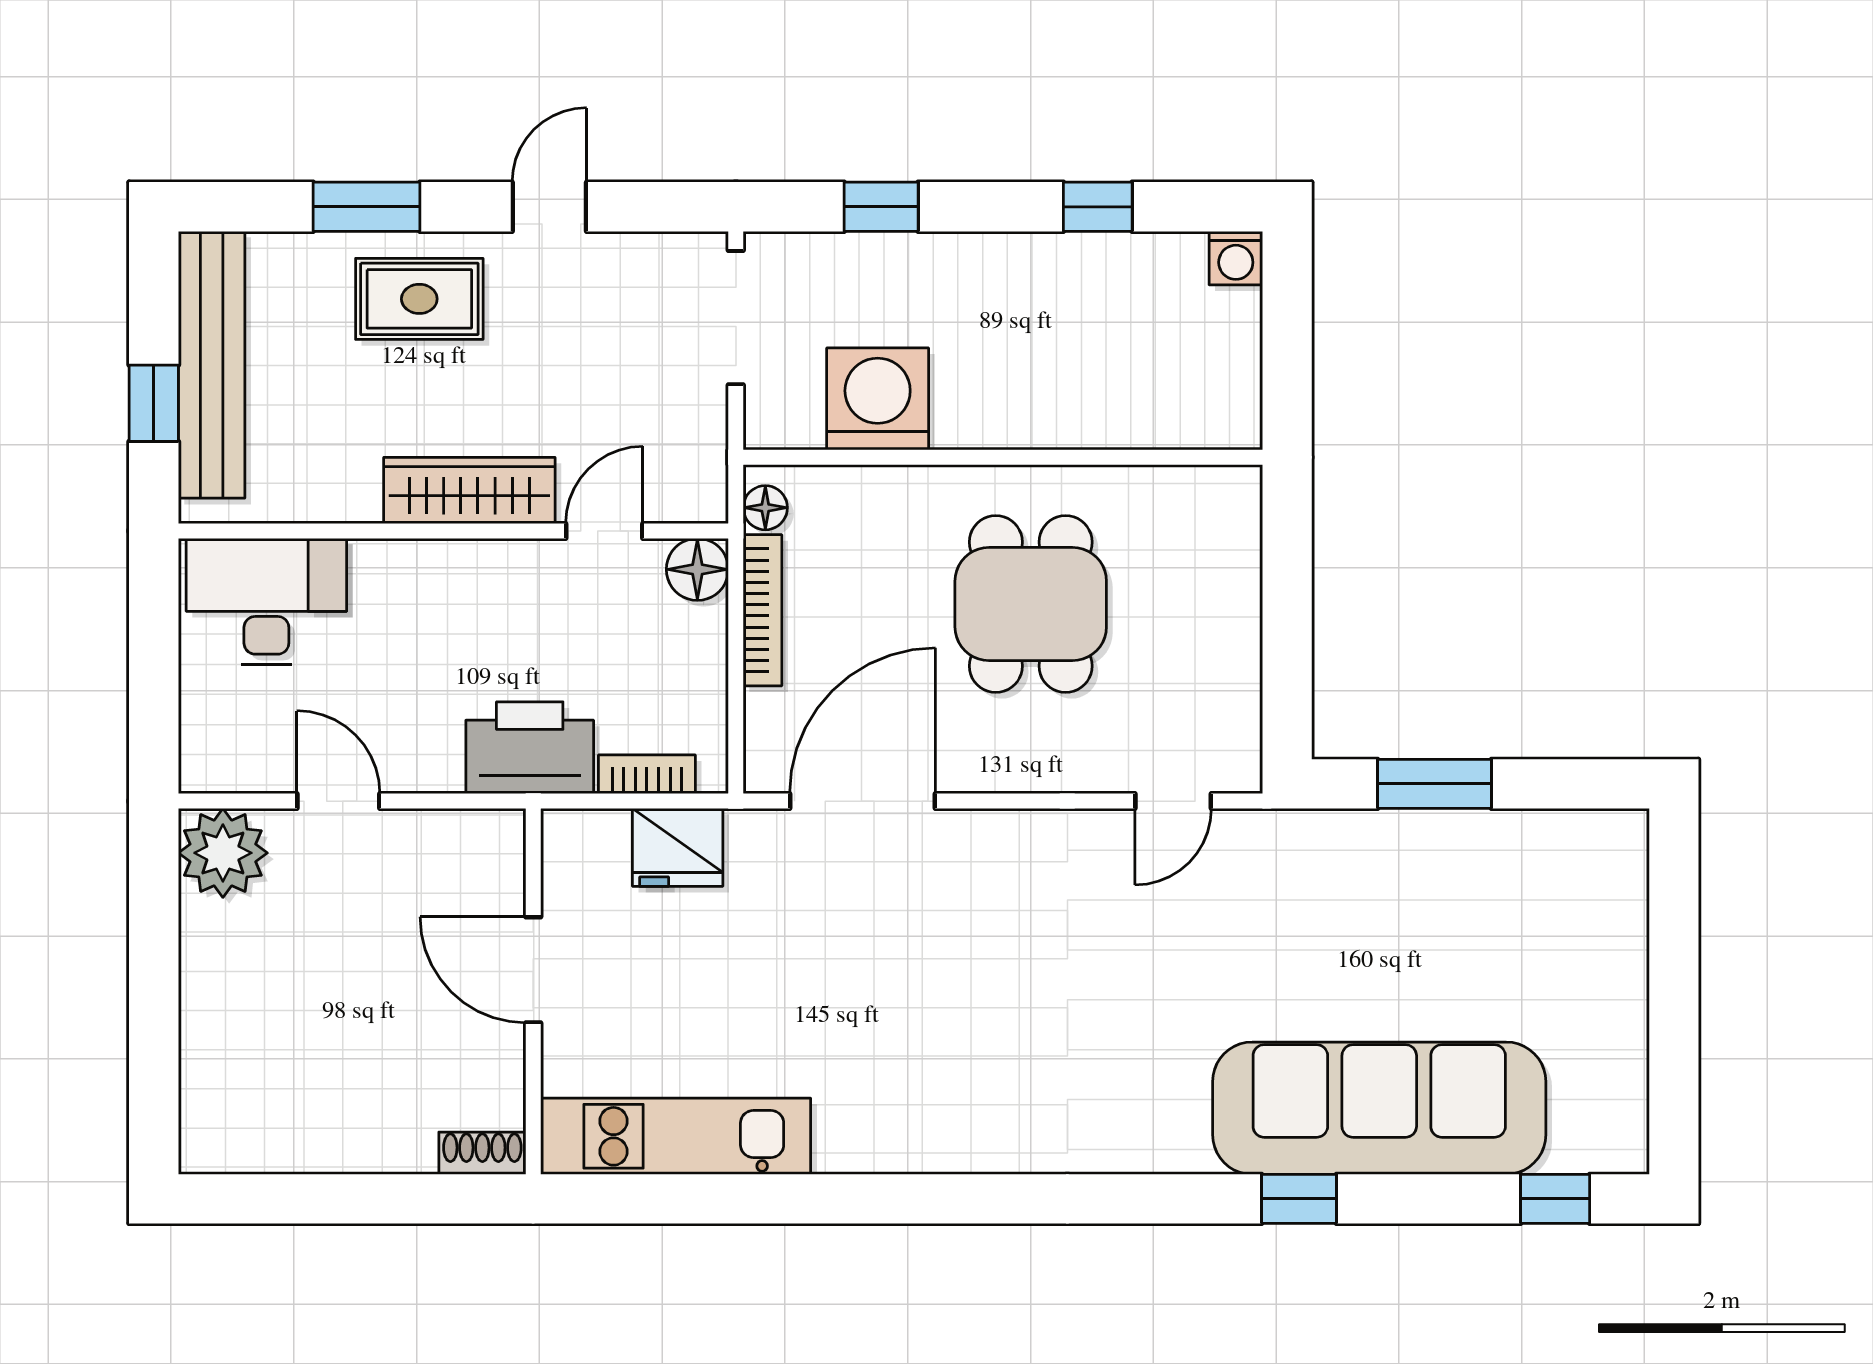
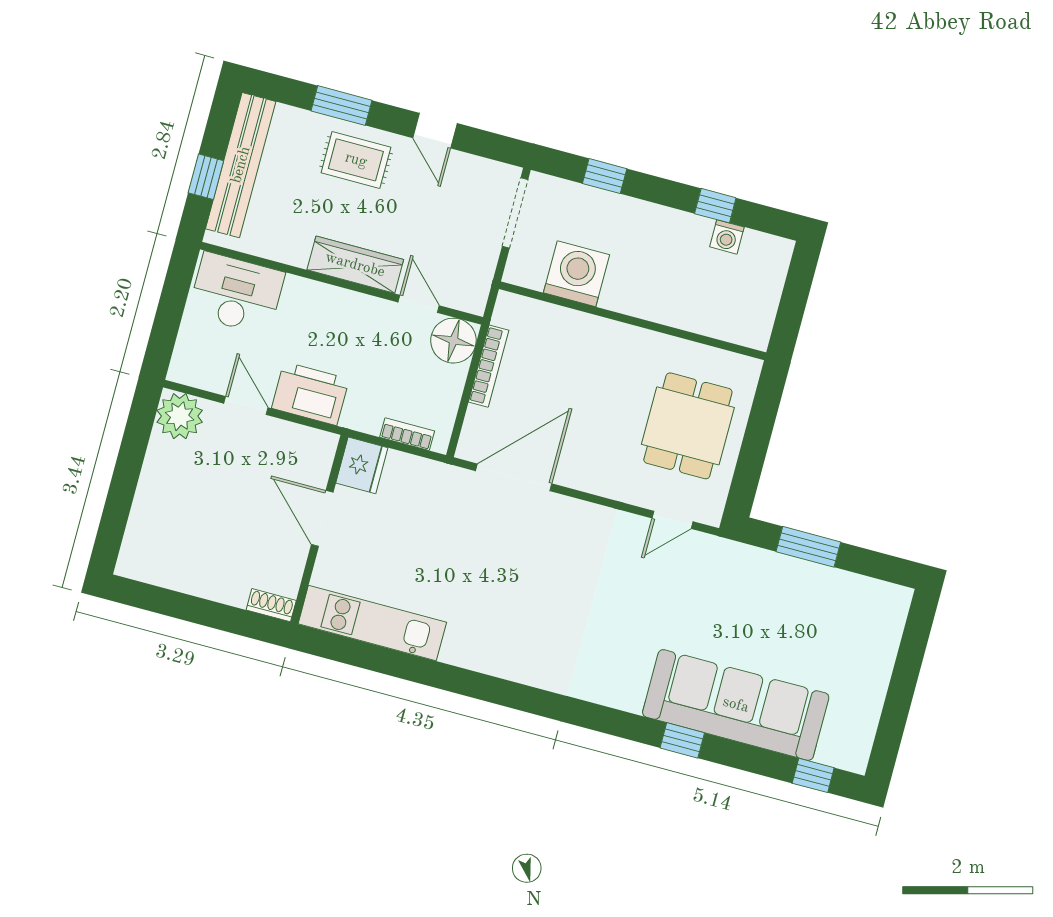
door: (549, 207) -> (435, 131), swing flipped
washing machine: (1236, 258) -> (727, 237), moved
floor lamp: (765, 508) -> (504, 314), removed
door: (604, 531) -> (419, 304), hinge flipped
floor lamp: (697, 569) -> (453, 341), width x1.38, depth x1.38
dining table: (1031, 604) -> (688, 426), moved
printer: (530, 748) -> (310, 394), moved
fridge: (678, 847) -> (362, 465), moved, turned -90

